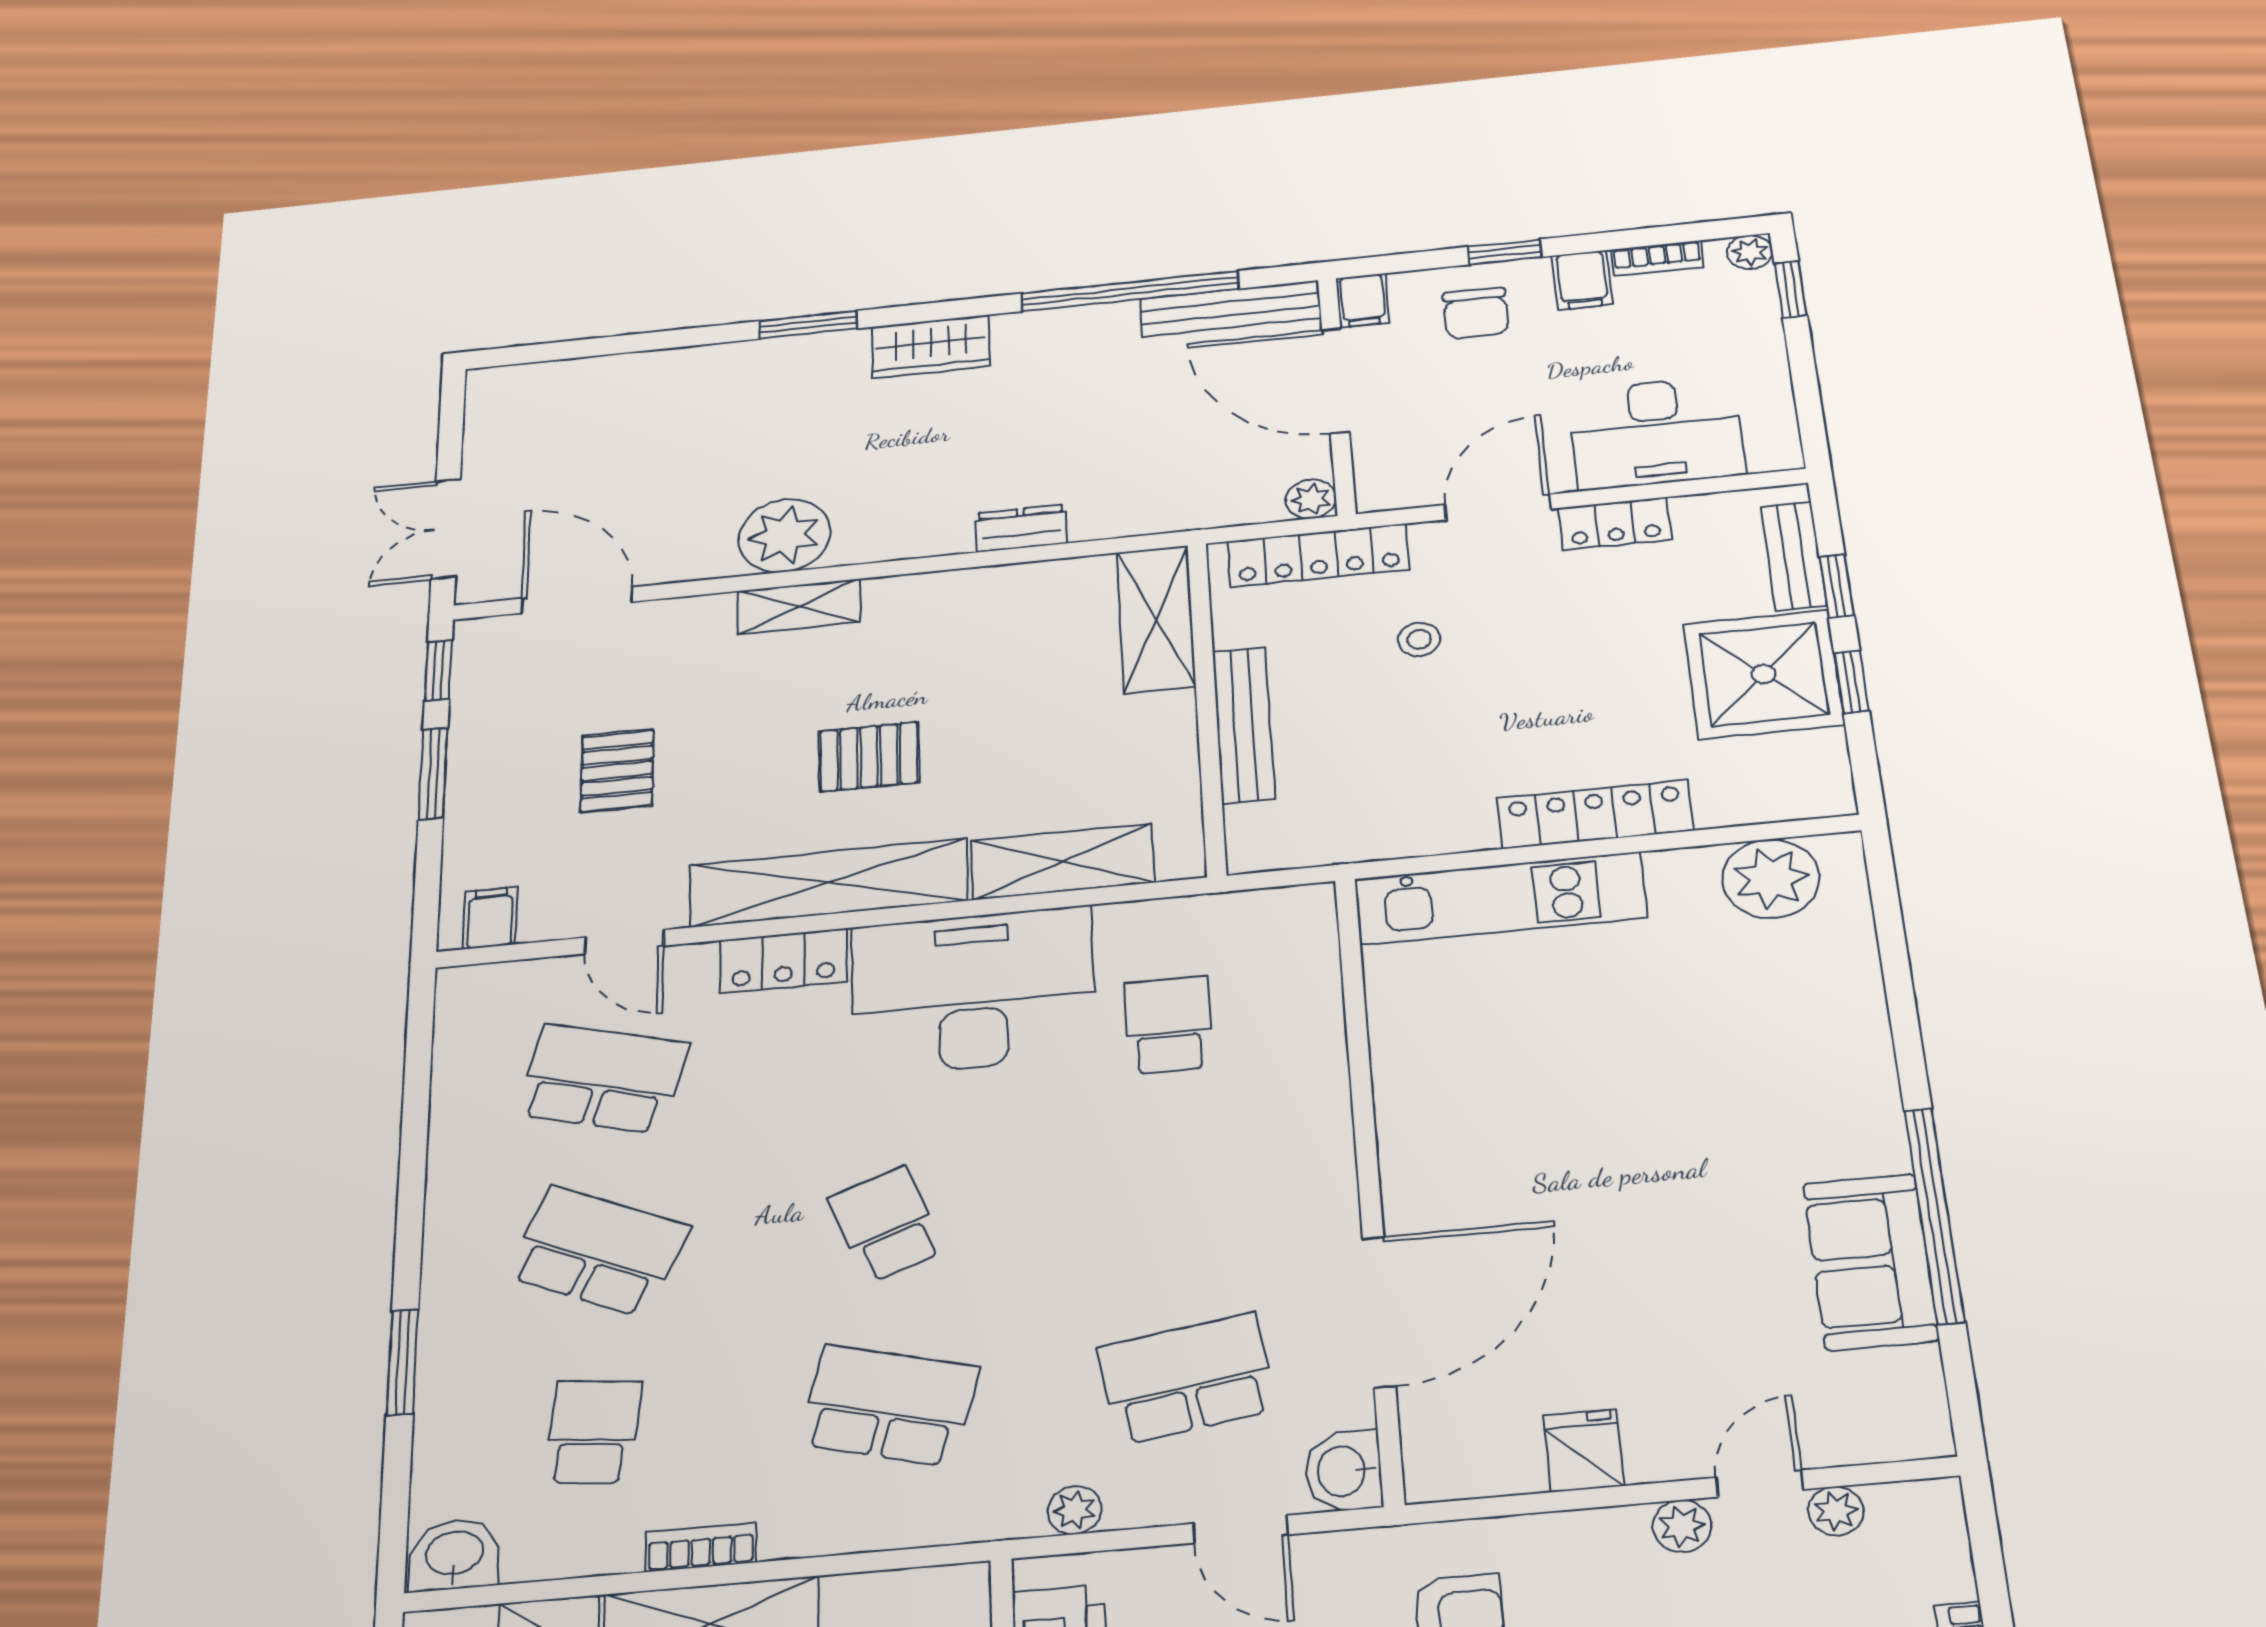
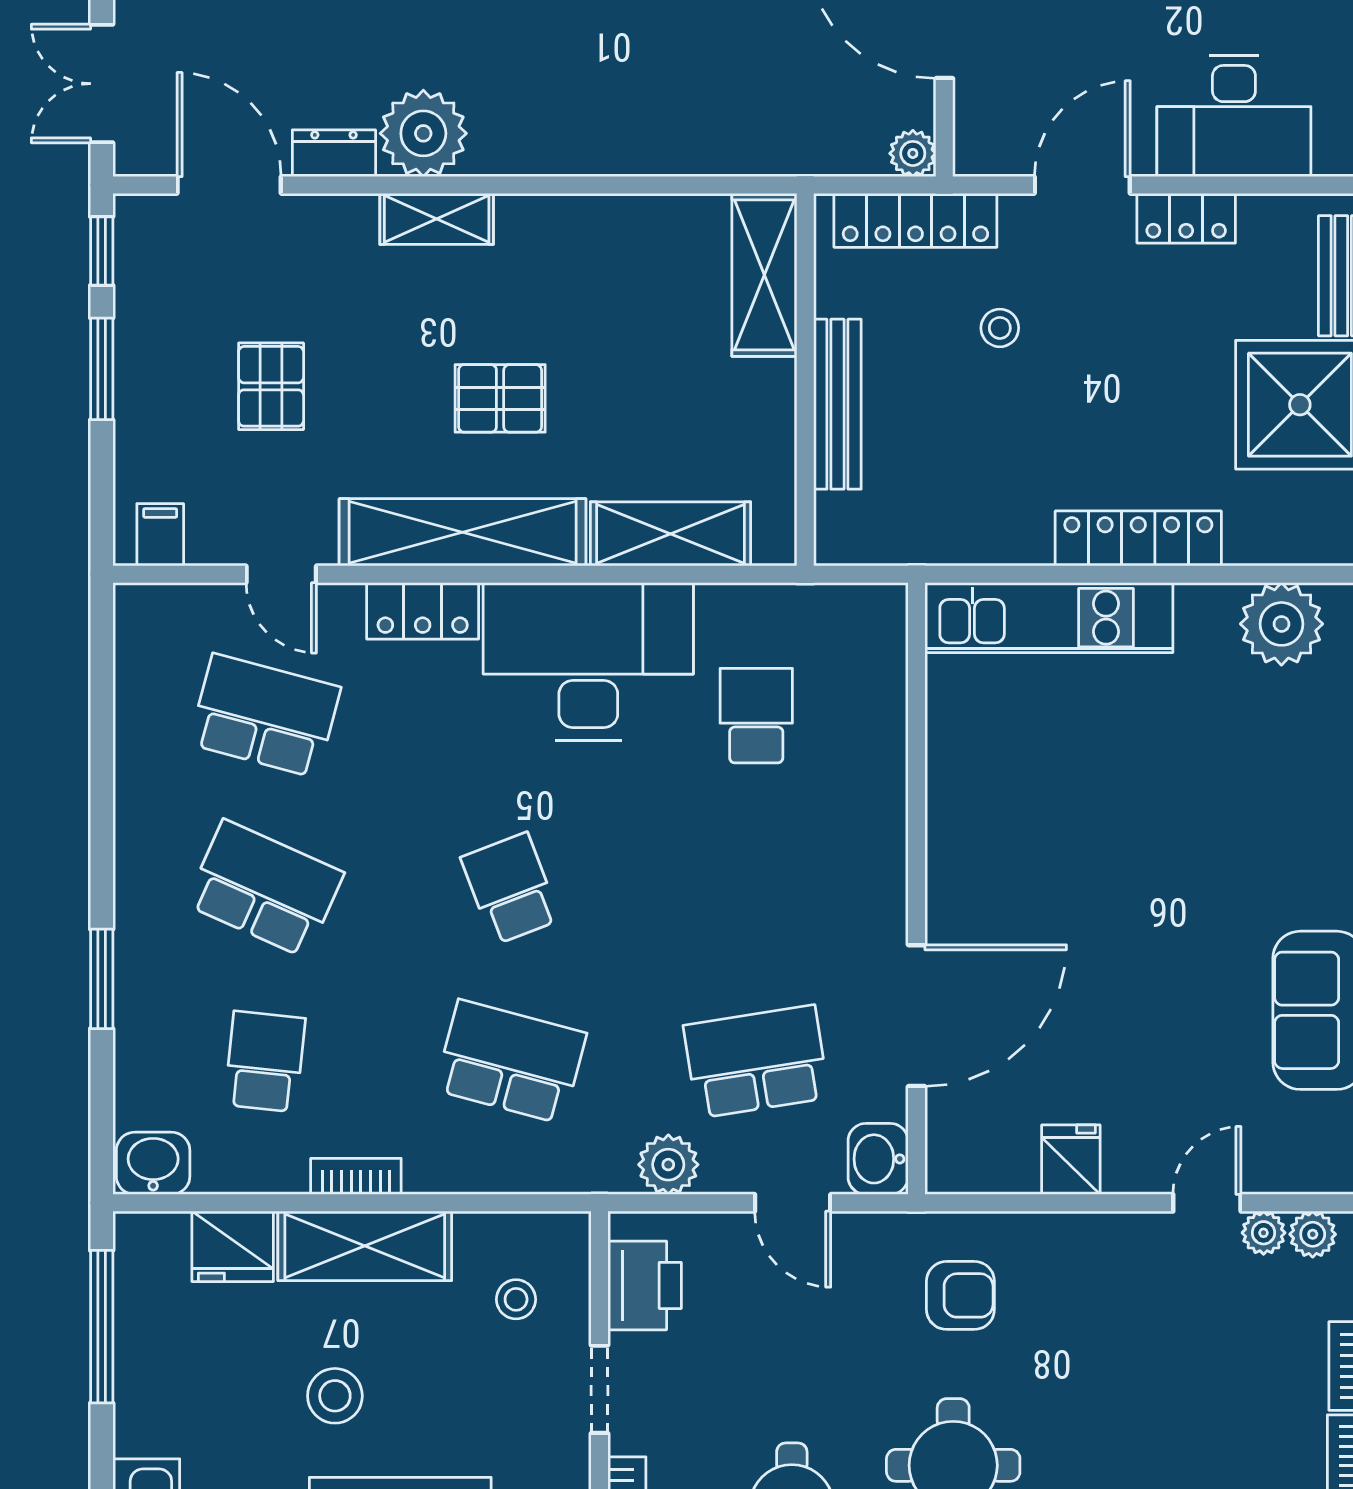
dresser: (1021, 528) -> (334, 153), moved
plant: (1075, 1510) -> (668, 1165), width x1.38, depth x1.38
plant: (1682, 1526) -> (1313, 1234), moved

